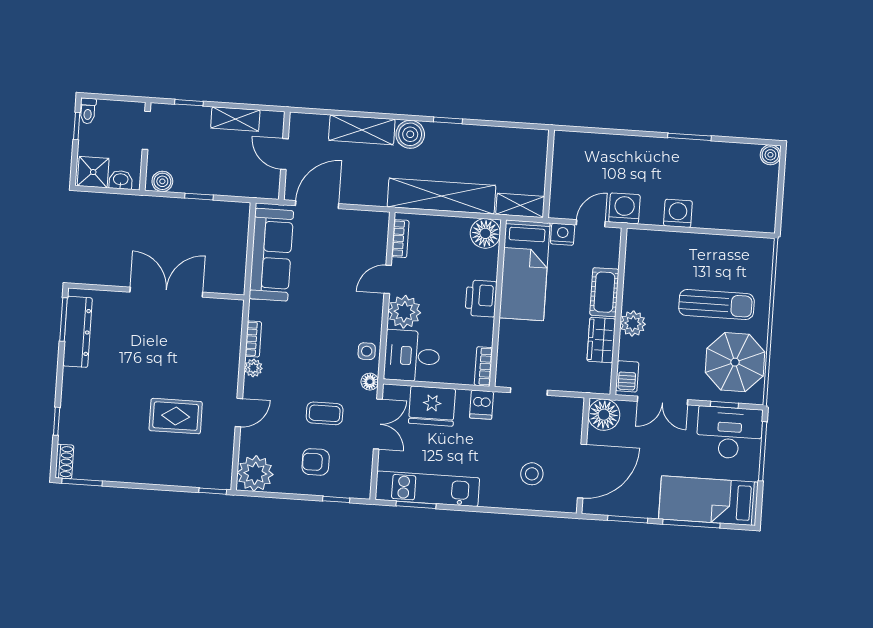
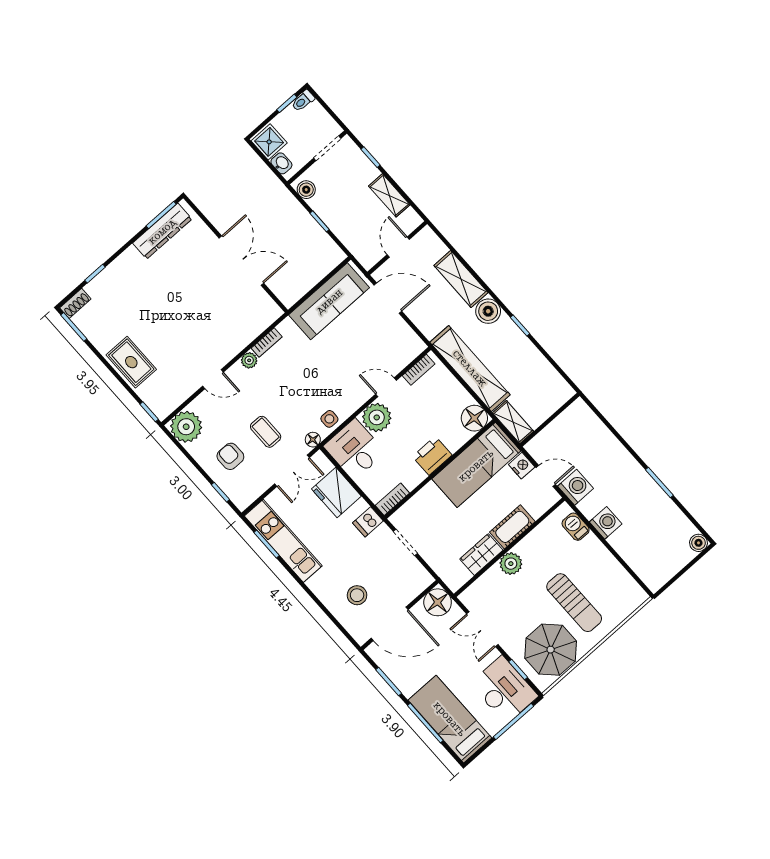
barbecue: (627, 376) -> (576, 527), moved, turned 90
rug: (176, 416) -> (131, 362), moved

